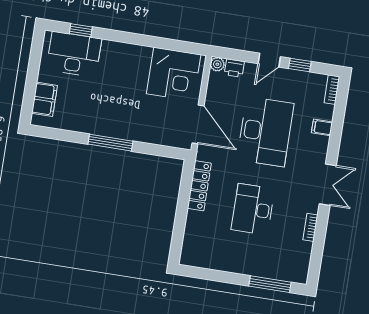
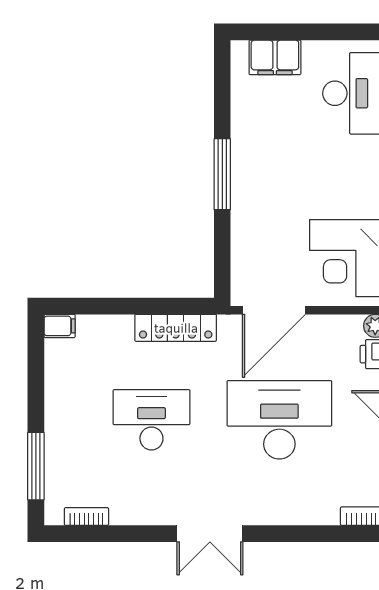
filing cabinet: (322, 127) -> (60, 326), moved, turned 90
desk: (265, 132) -> (279, 420), turned 180
bookcase: (310, 227) -> (86, 517), moved

